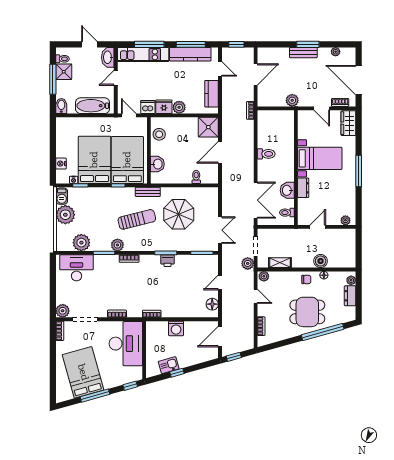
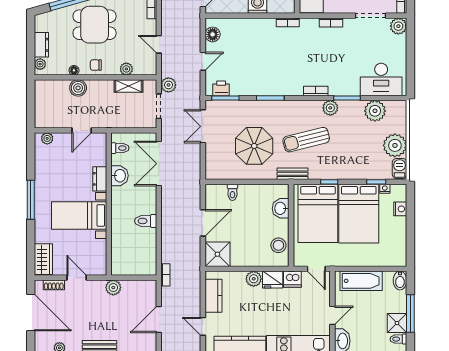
printer: (167, 261) -> (221, 88), moved
plant: (264, 276) -> (126, 69), moved

